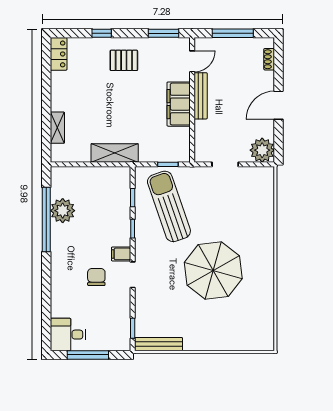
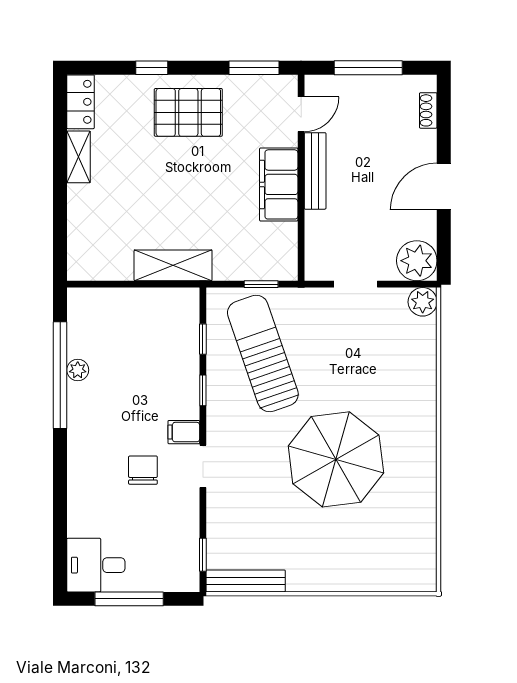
pallet: (124, 60) -> (188, 112), width x1.50, depth x1.42
shelving: (57, 128) -> (79, 157), moved
plant: (266, 175) -> (423, 302), added
plant: (63, 211) -> (78, 370), width x0.53, depth x0.53

